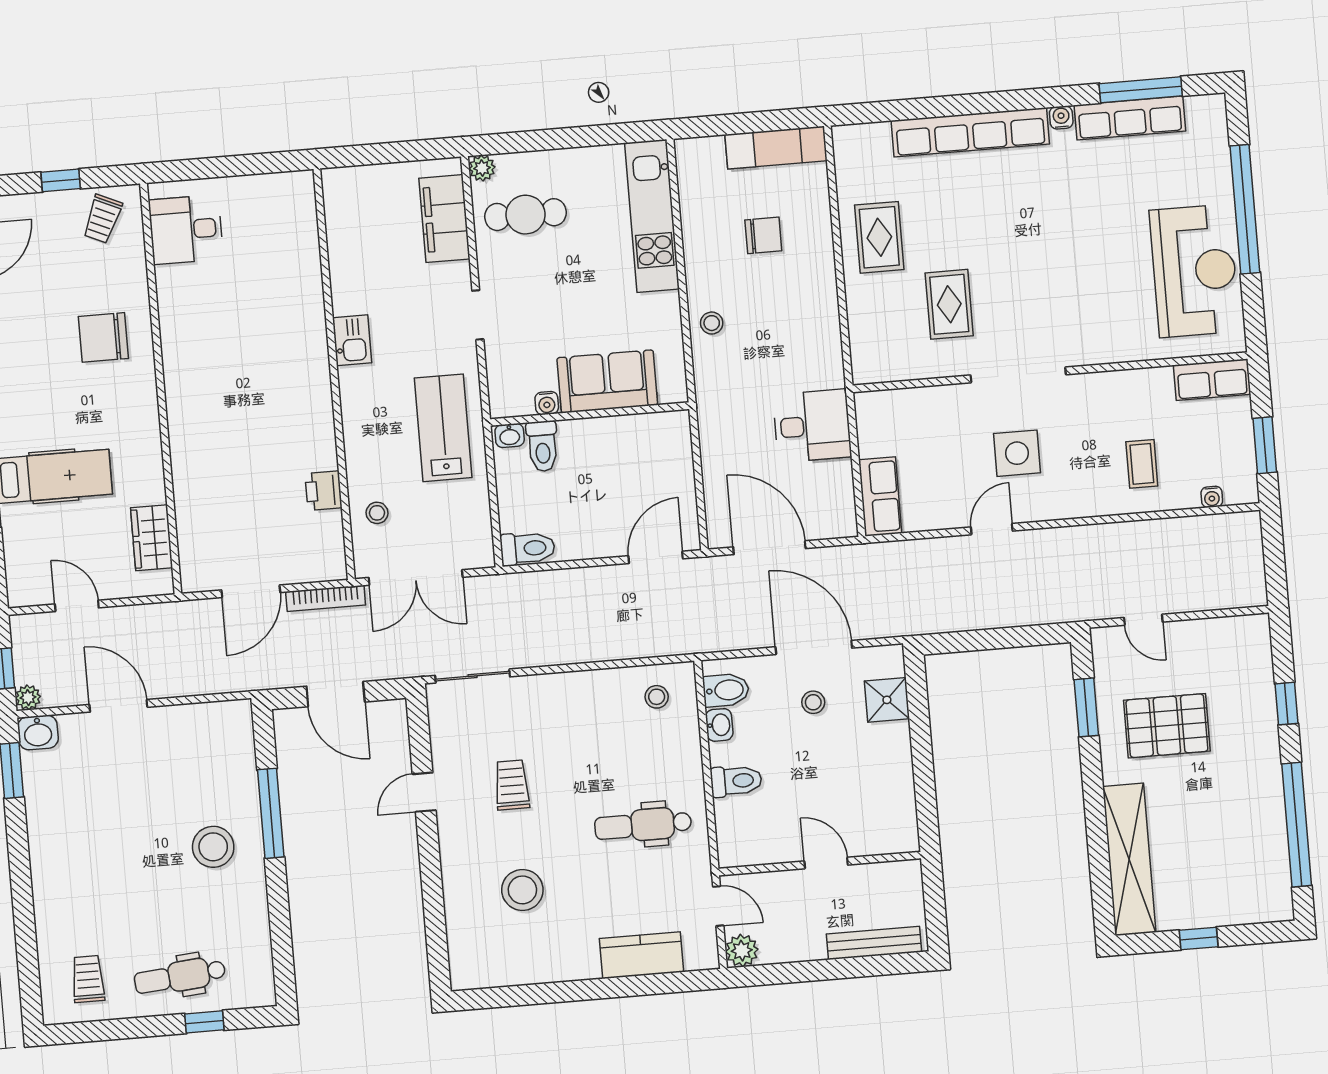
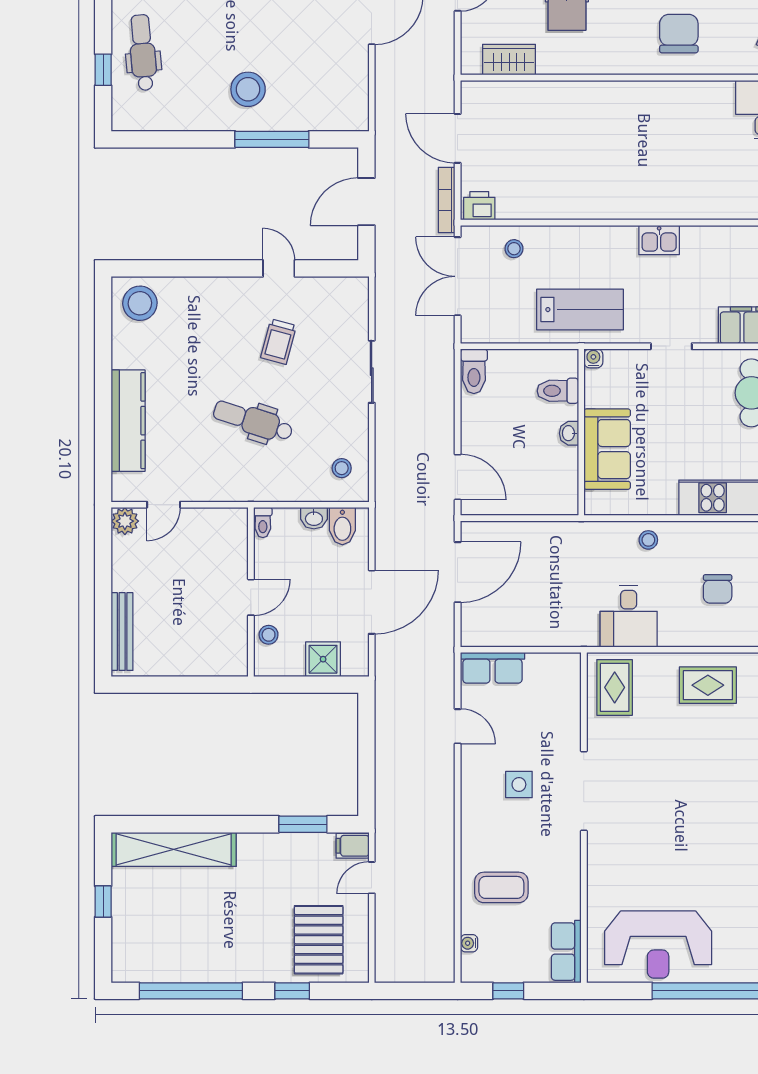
rug: (949, 304) -> (615, 687), moved, turned 90
water cooler: (547, 403) -> (593, 358), moved, turned 90
desk: (812, 426) -> (629, 616), moved
washbasin: (510, 436) -> (569, 433), moved
window: (1265, 445) -> (508, 991), width x0.67
side table: (1017, 453) -> (519, 784), width x0.73, depth x0.73
coffee table: (1142, 464) -> (501, 887), width x1.36, depth x1.30
printer: (324, 491) -> (479, 206), moved
door: (992, 529) -> (458, 726), moved
filing cabinet: (1107, 646) -> (353, 846), added
sliding door: (473, 676) -> (372, 372), moved
stool: (813, 702) -> (269, 635), moved
pallet: (1167, 726) -> (319, 940), moved
toilet: (736, 781) -> (263, 522), width x0.73, depth x0.72
trolley: (512, 785) -> (279, 342), turned 105
dental chair: (643, 825) -> (253, 421), moved, turned -72
door: (826, 863) -> (251, 597), moved
wall: (820, 864) -> (251, 592), moved
stool: (522, 890) -> (140, 303), moved
kitchen counter: (642, 955) -> (128, 421), width x1.50

